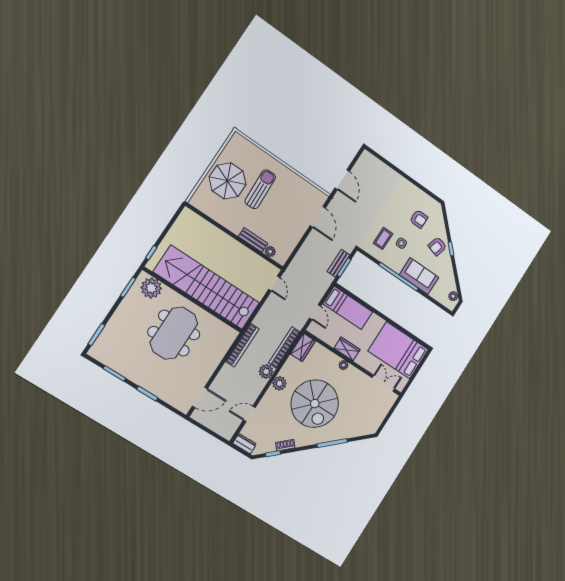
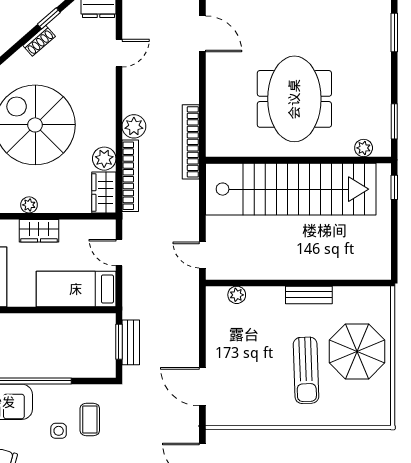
bench: (253, 240) -> (309, 295), moved
plant: (151, 288) -> (364, 148), width x0.53, depth x0.53
plant: (279, 383) -> (104, 159), moved
door: (200, 397) -> (202, 34), swing flipped

